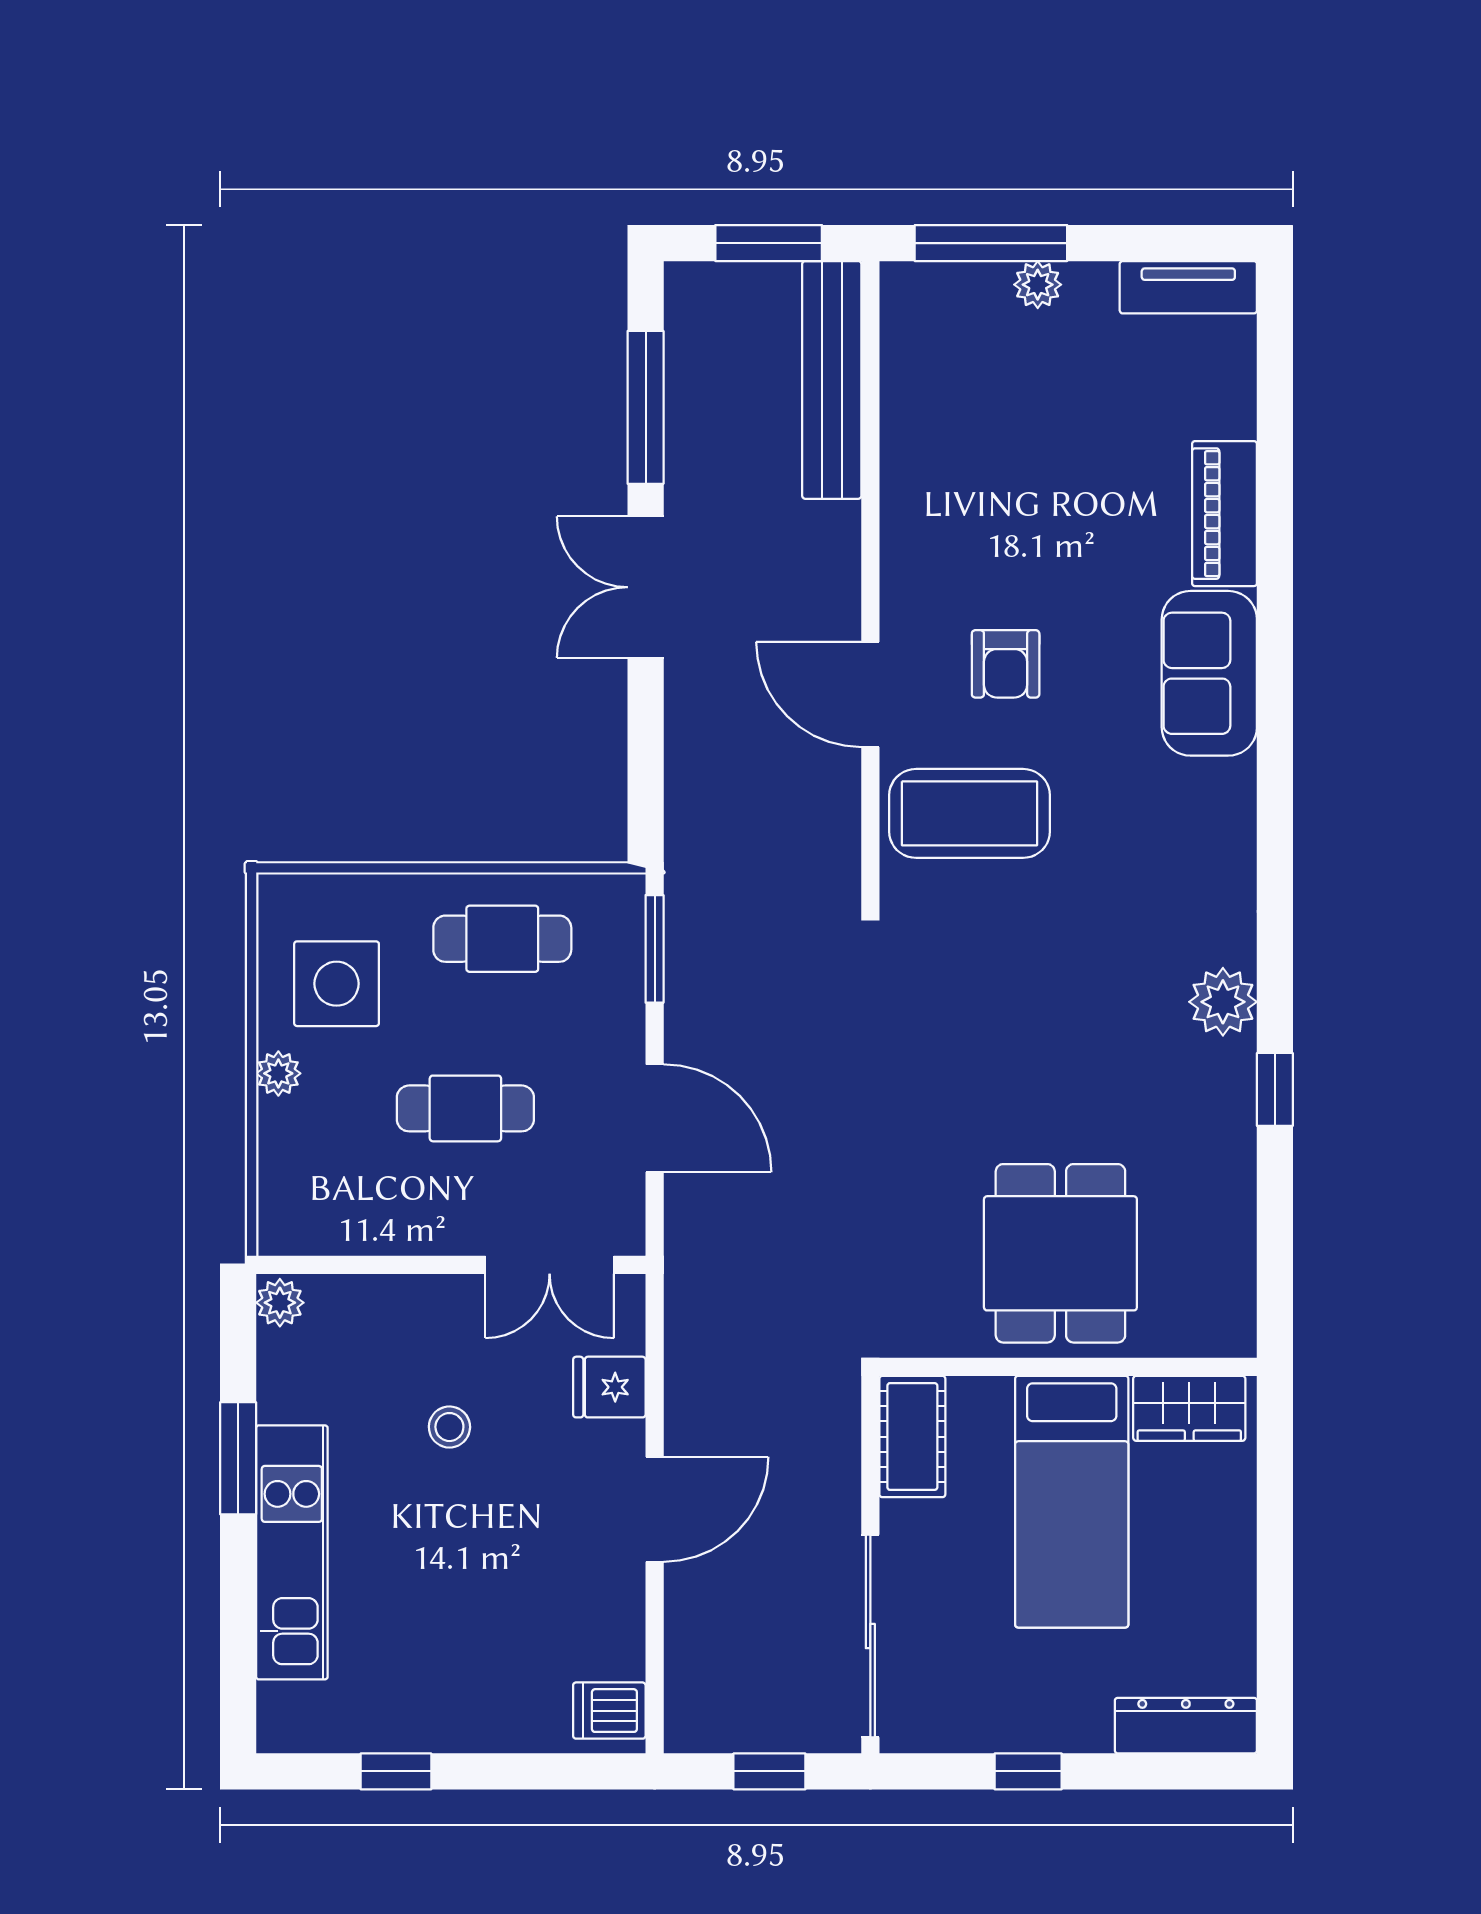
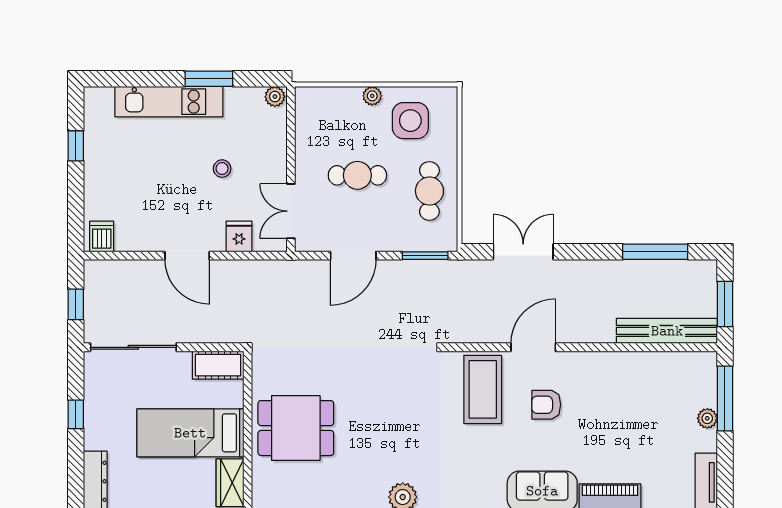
double door: (646, 587) -> (523, 252), moved
cafe table: (465, 1108) -> (357, 175), turned 90

